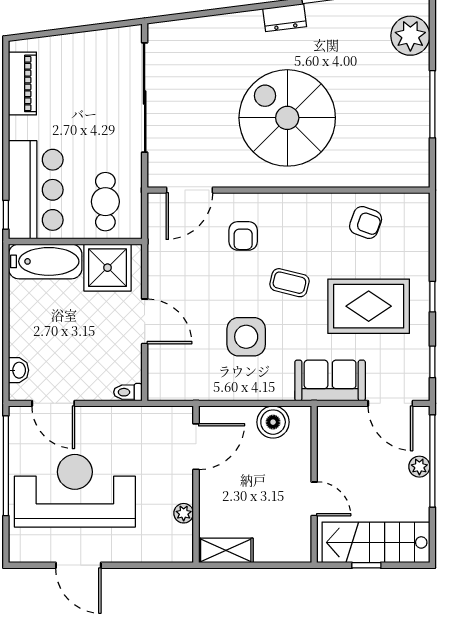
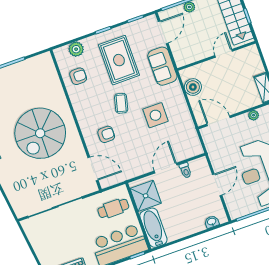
armchair: (366, 222) -> (78, 76), turned 70
plant: (416, 236) -> (76, 49), added
toilet: (128, 392) -> (185, 170), moved
door: (53, 403) -> (217, 185), moved

